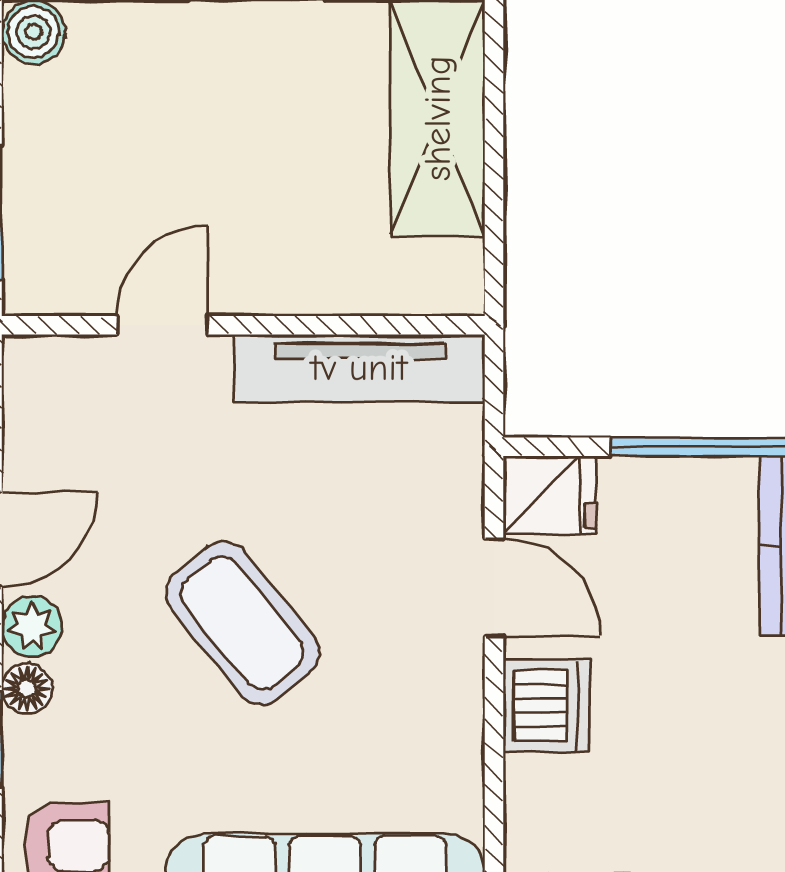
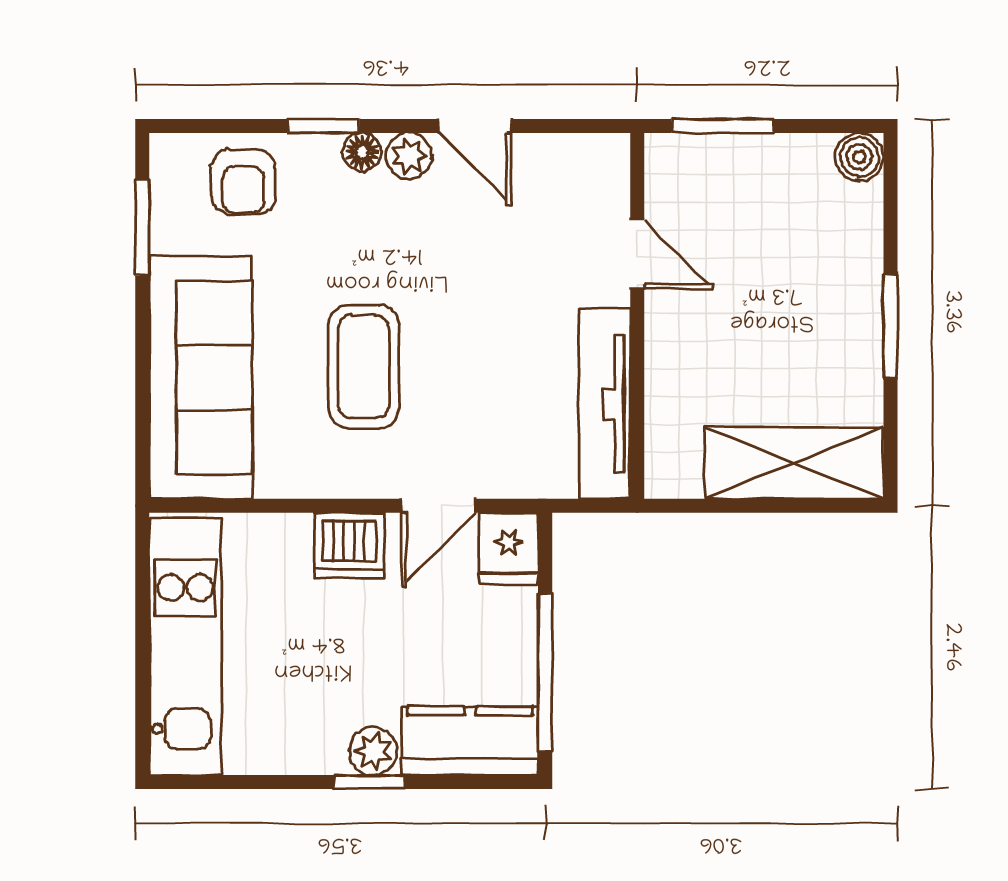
coffee table: (242, 623) -> (364, 367), moved, turned -51

